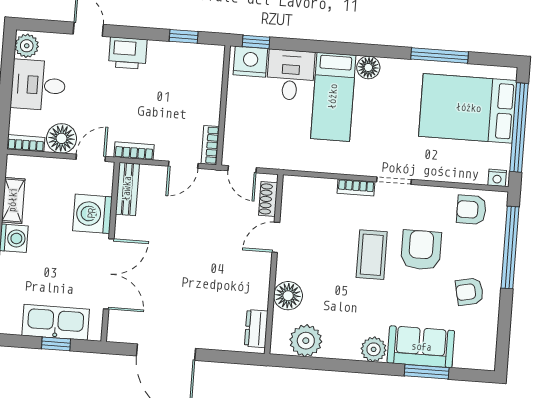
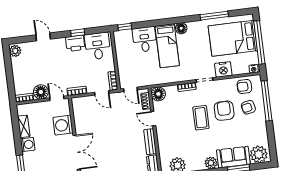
window: (184, 36) -> (78, 33), moved
printer: (128, 53) -> (75, 43), moved
nightstand: (250, 62) -> (223, 69), moved, turned 180
desk: (38, 85) -> (98, 46), moved, turned 90
door: (91, 158) -> (57, 98), hinge flipped
door: (183, 165) -> (102, 93), hinge flipped
bench: (127, 189) -> (150, 142), moved
door: (276, 237) -> (153, 119), hinge flipped
armchair: (469, 292) -> (248, 107), moved
floor lamp: (288, 296) -> (158, 94), moved
plant: (473, 352) -> (259, 154), added

